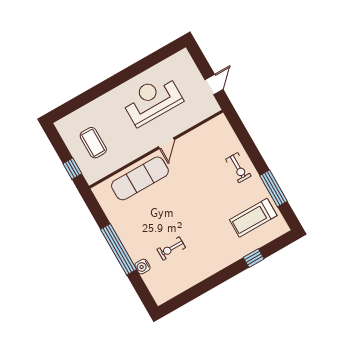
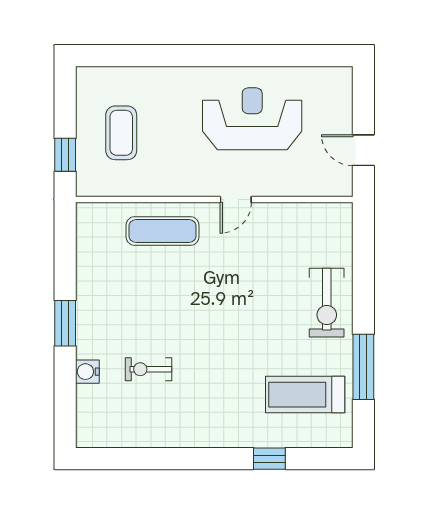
door: (214, 85) -> (363, 150), swing flipped
exercise bike: (238, 168) -> (327, 303), width x1.38, depth x1.39
exercise mat: (140, 178) -> (163, 231), width x0.73, depth x0.69
window: (119, 249) -> (65, 323), width x0.47

